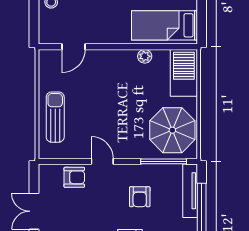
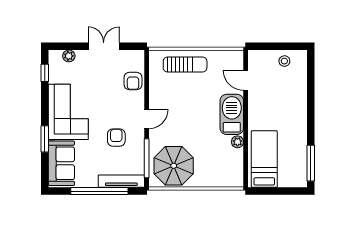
barbecue: (184, 73) -> (232, 114), moved, turned -90
door: (102, 161) -> (147, 119), moved
armchair: (140, 197) -> (116, 138), turned 90

